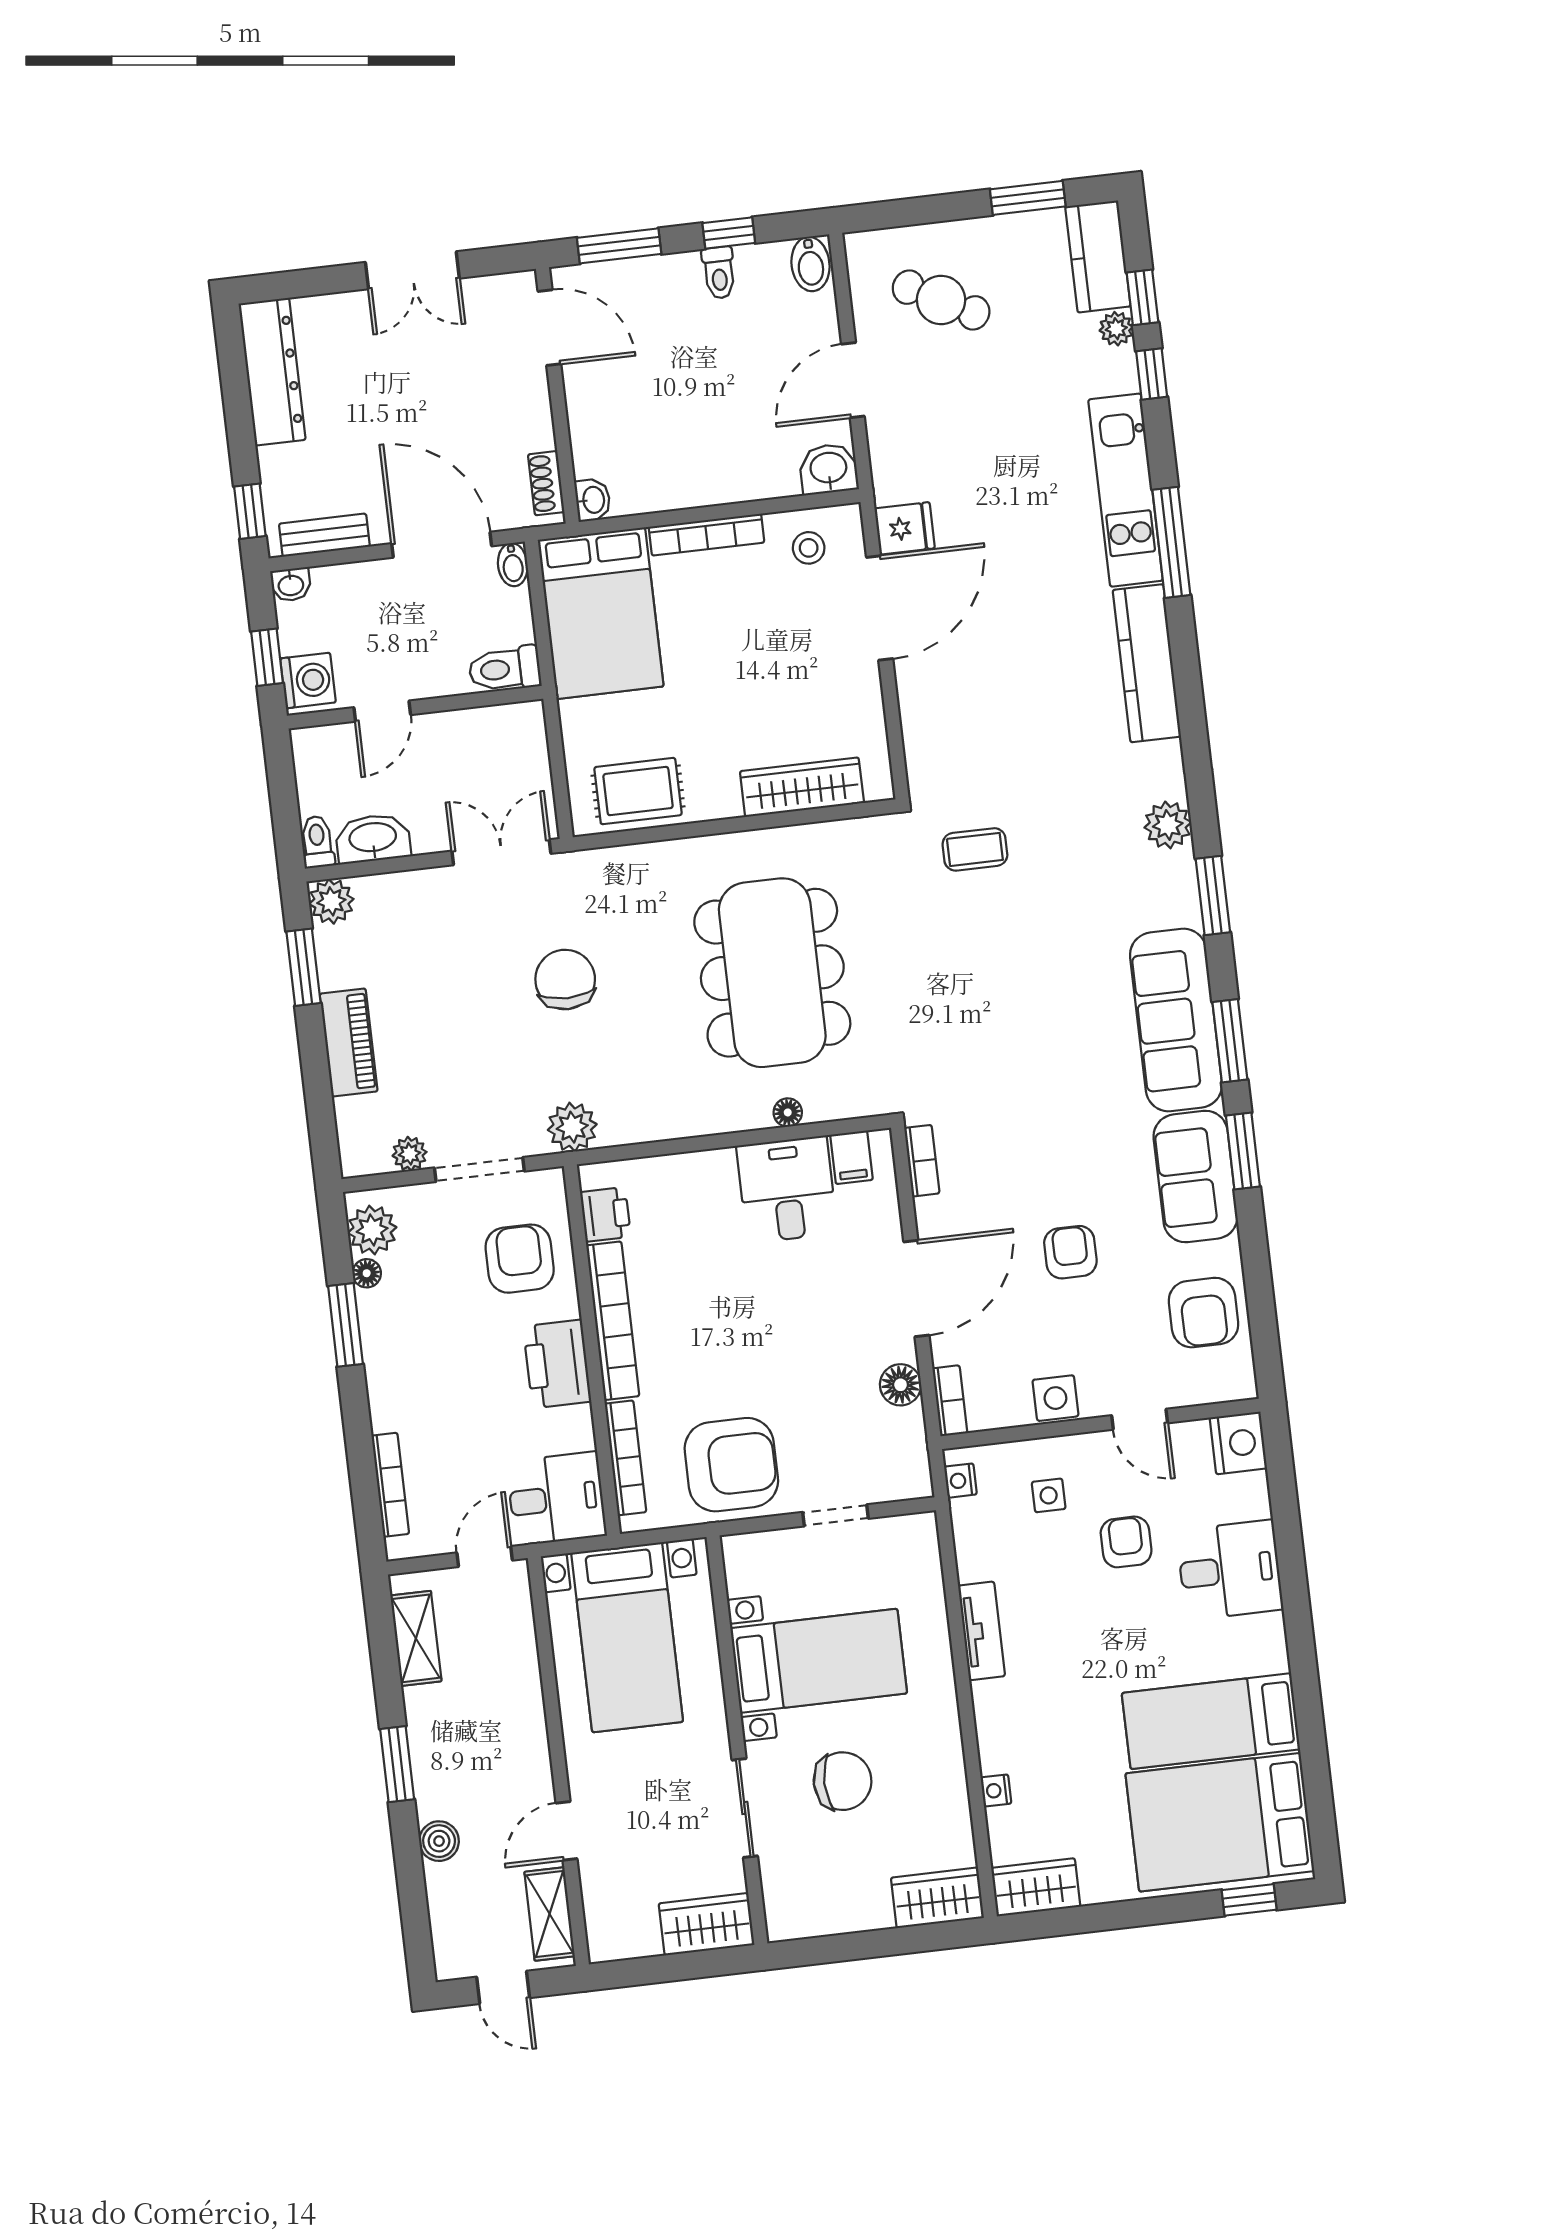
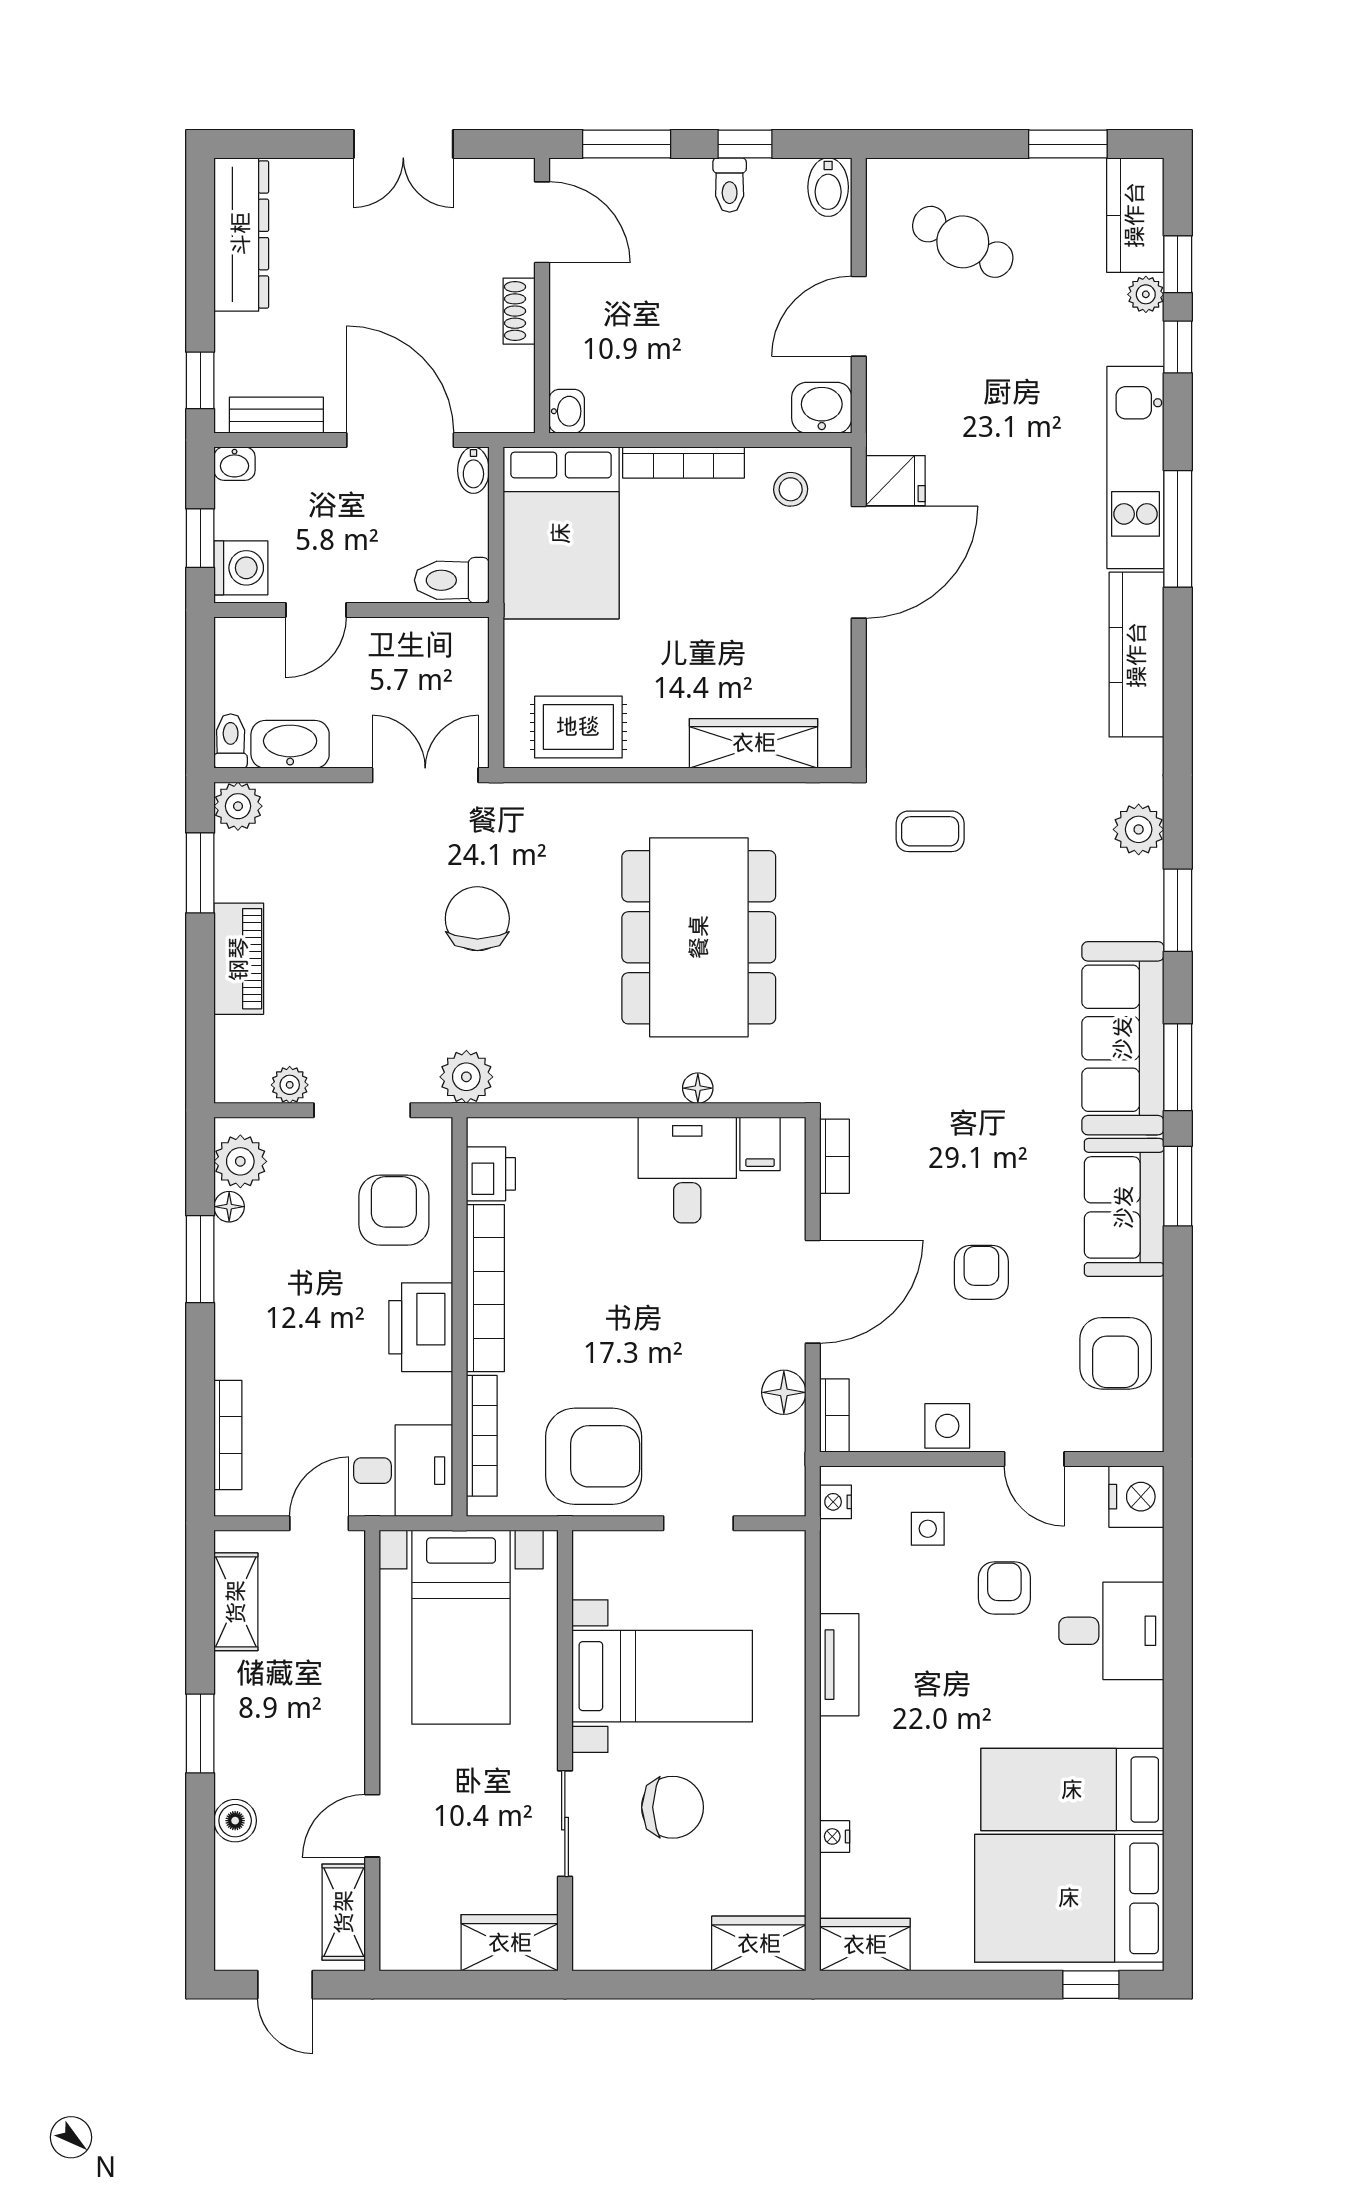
shoe rack: (546, 483) -> (519, 311), moved

